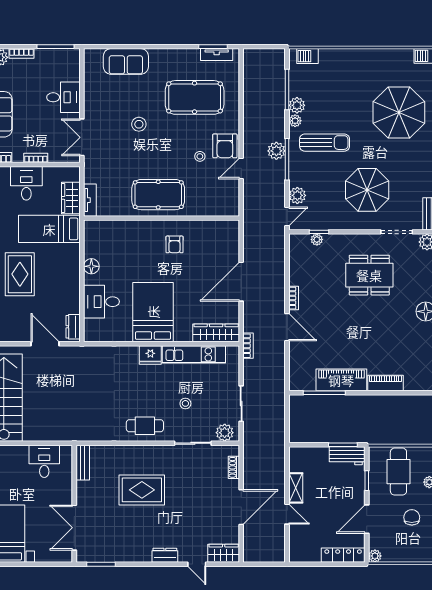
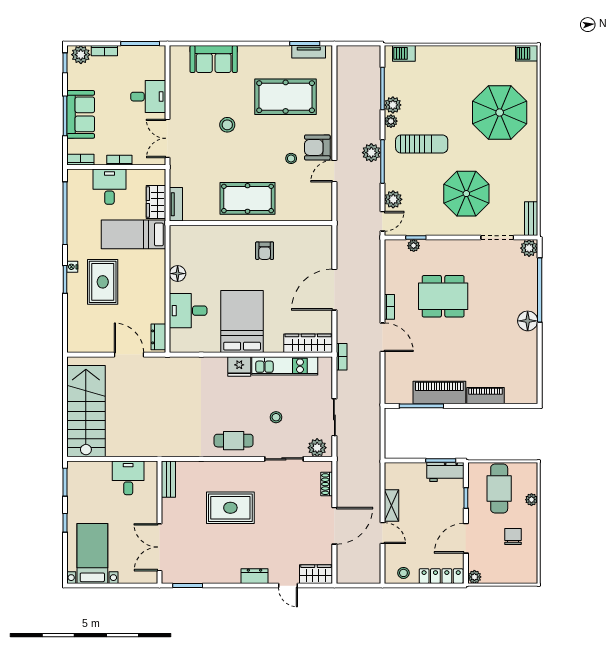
armchair: (225, 146) -> (317, 147), turned 90
dining table: (369, 275) -> (443, 296), moved
stool: (307, 552) -> (403, 573), added

